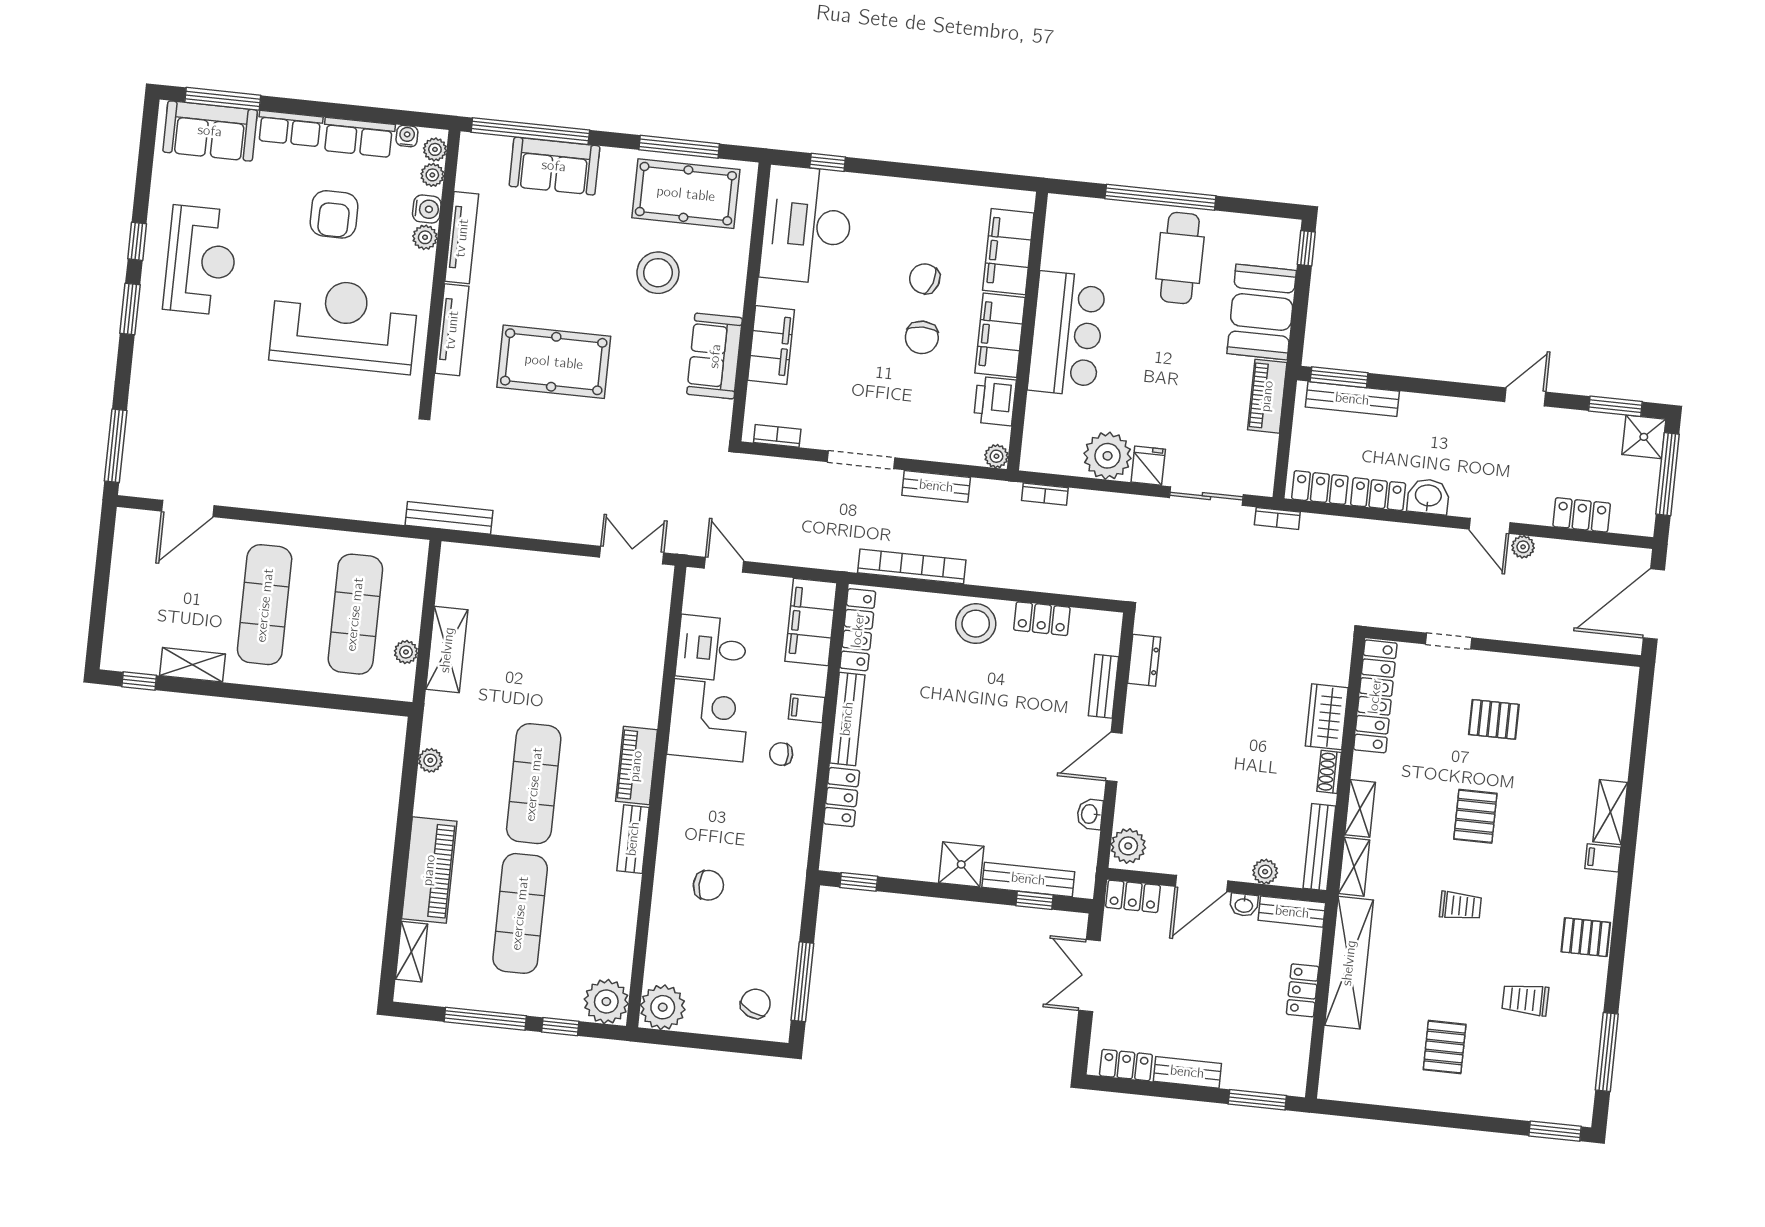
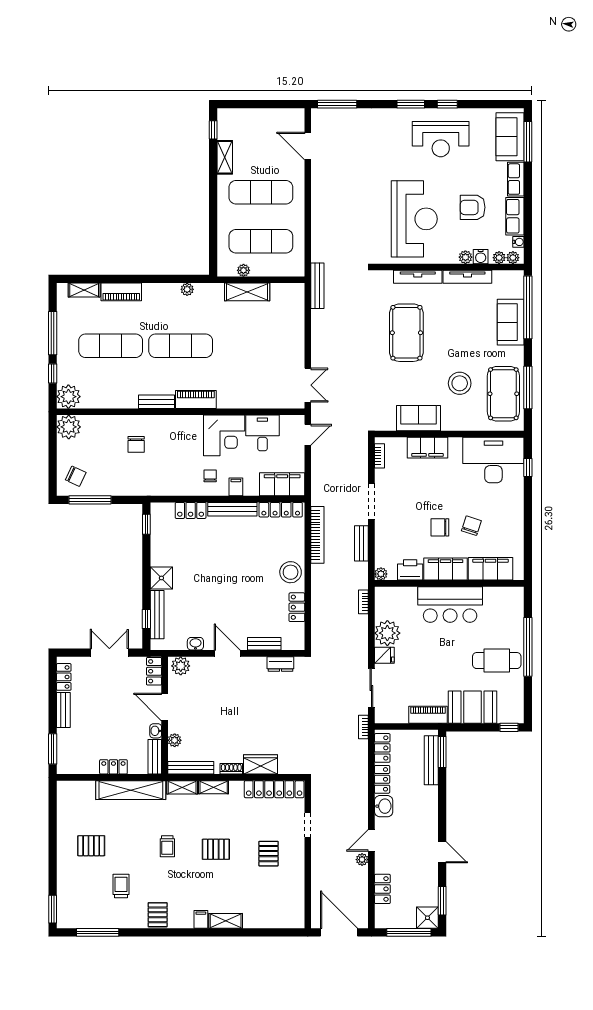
piano: (429, 870) -> (121, 292), width x0.73, depth x0.75

